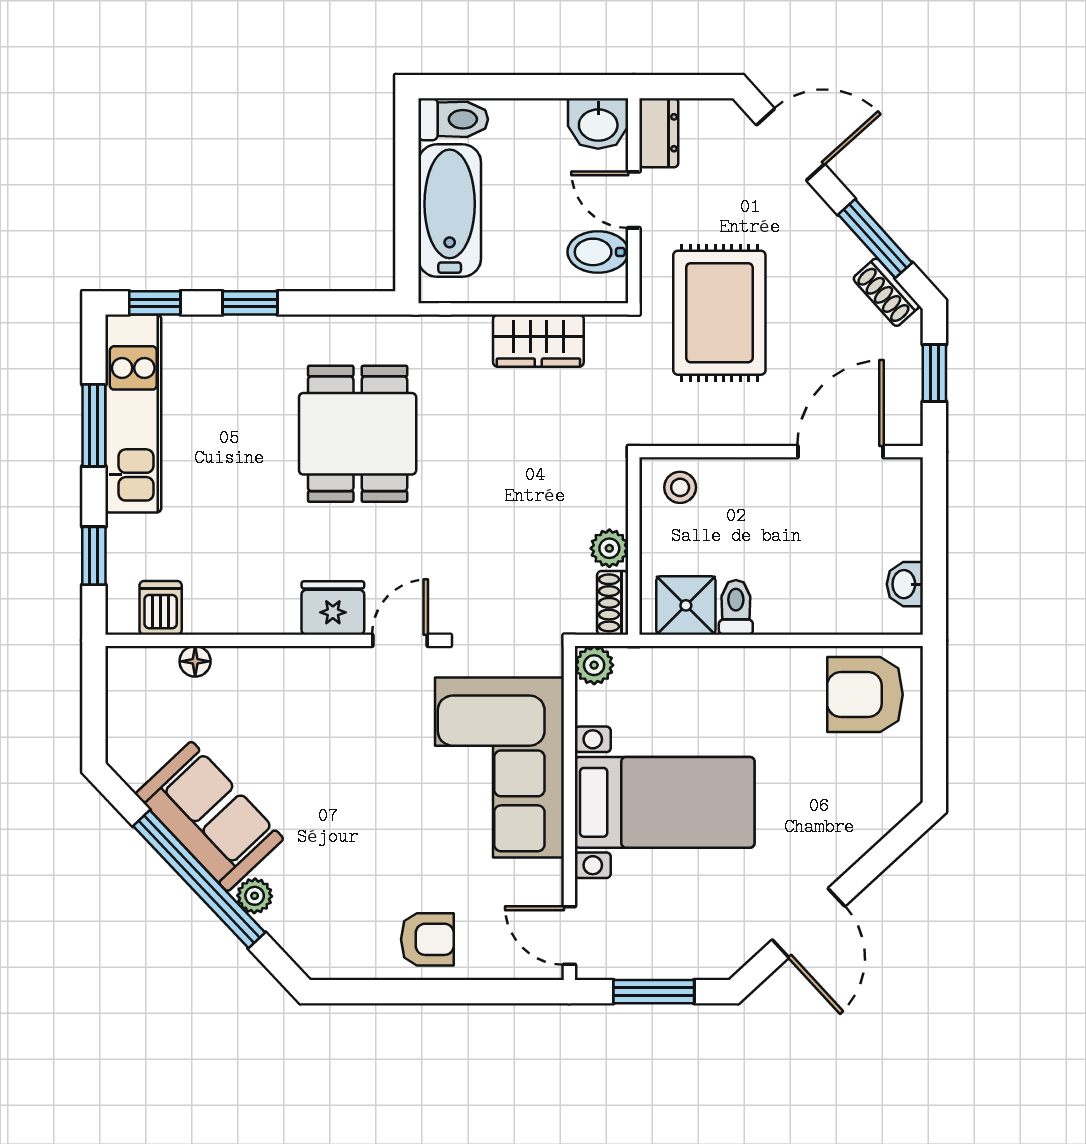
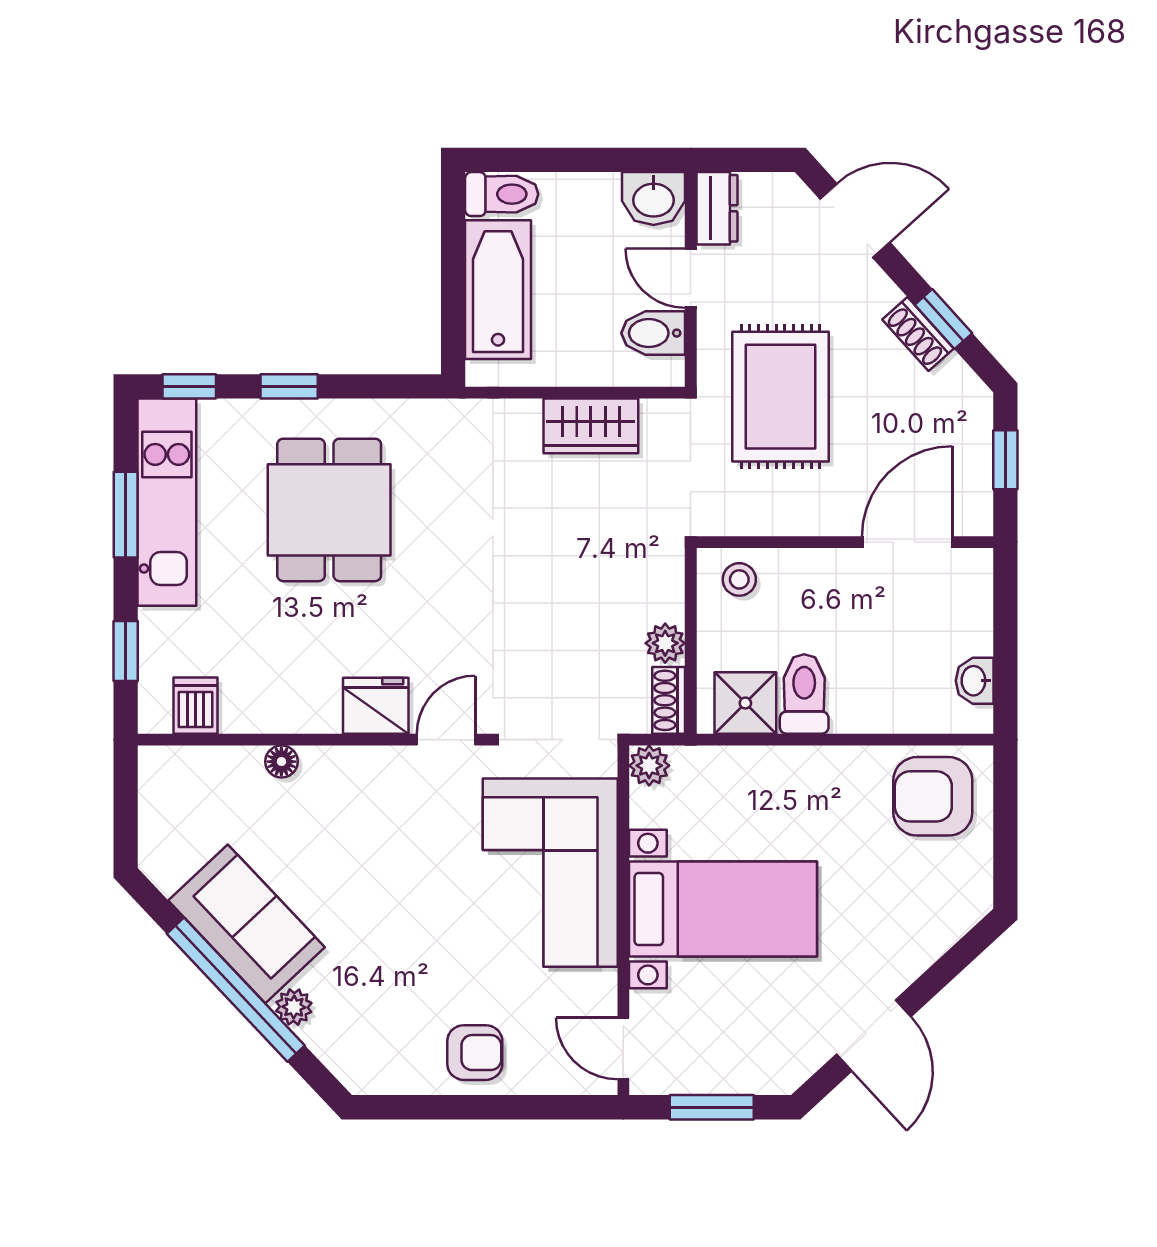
window: (875, 239) -> (943, 319), width x0.67
shoe rack: (886, 292) -> (918, 334), moved
dining table: (358, 434) -> (329, 510), moved
toilet: (736, 607) -> (804, 694), width x1.37, depth x1.39
floor lamp: (195, 661) -> (281, 762), moved

